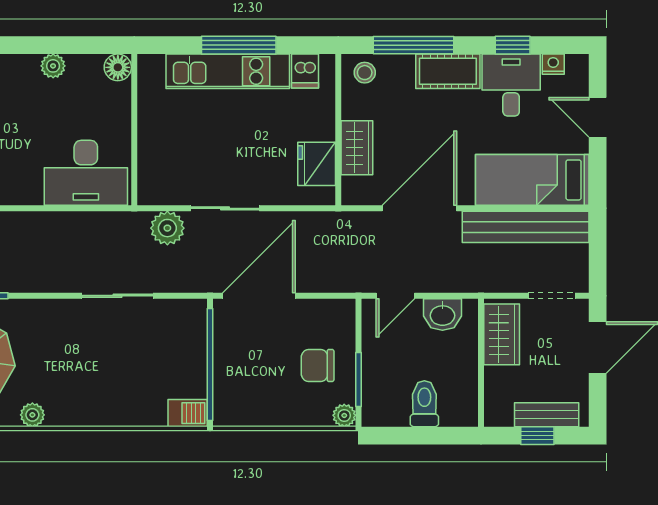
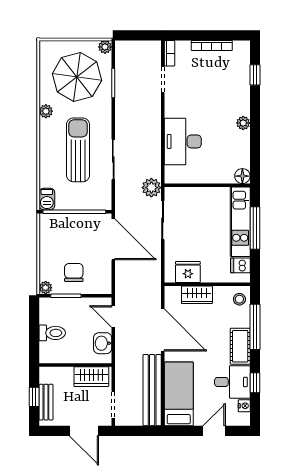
floor lamp: (118, 67) -> (242, 176), moved
wall: (134, 130) -> (207, 185), moved
sun lounger: (101, 358) -> (78, 150), added

